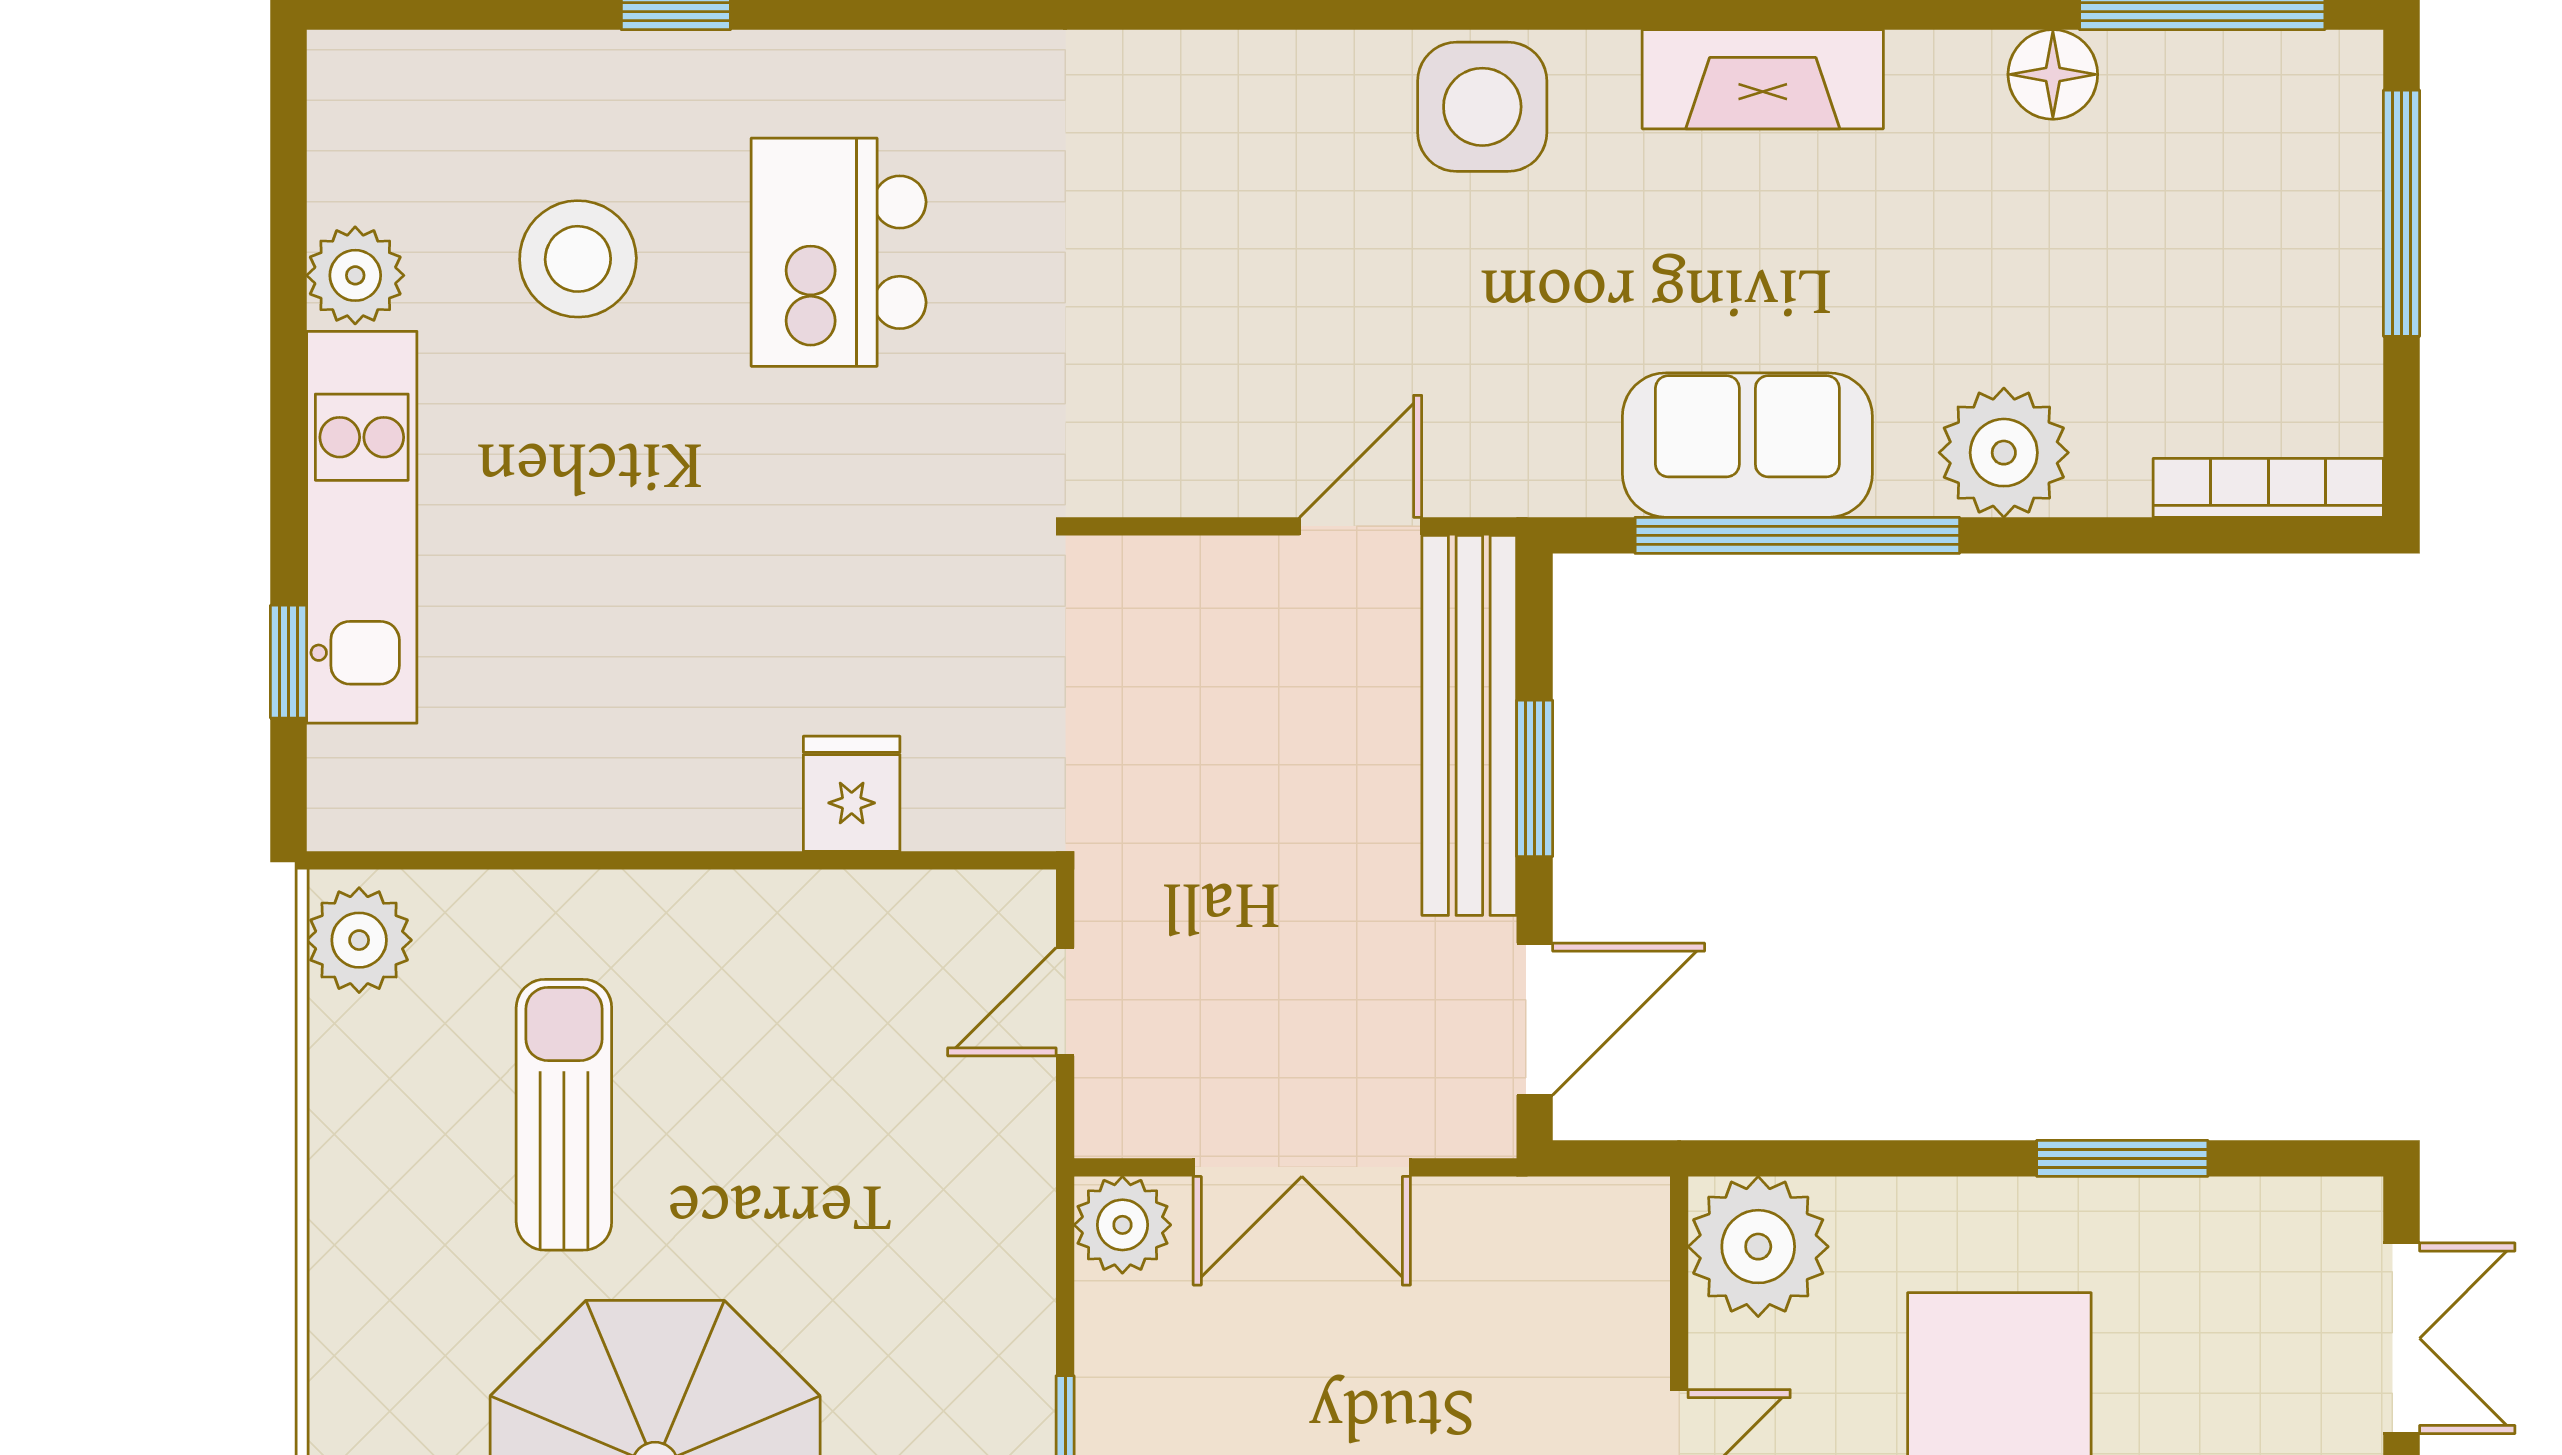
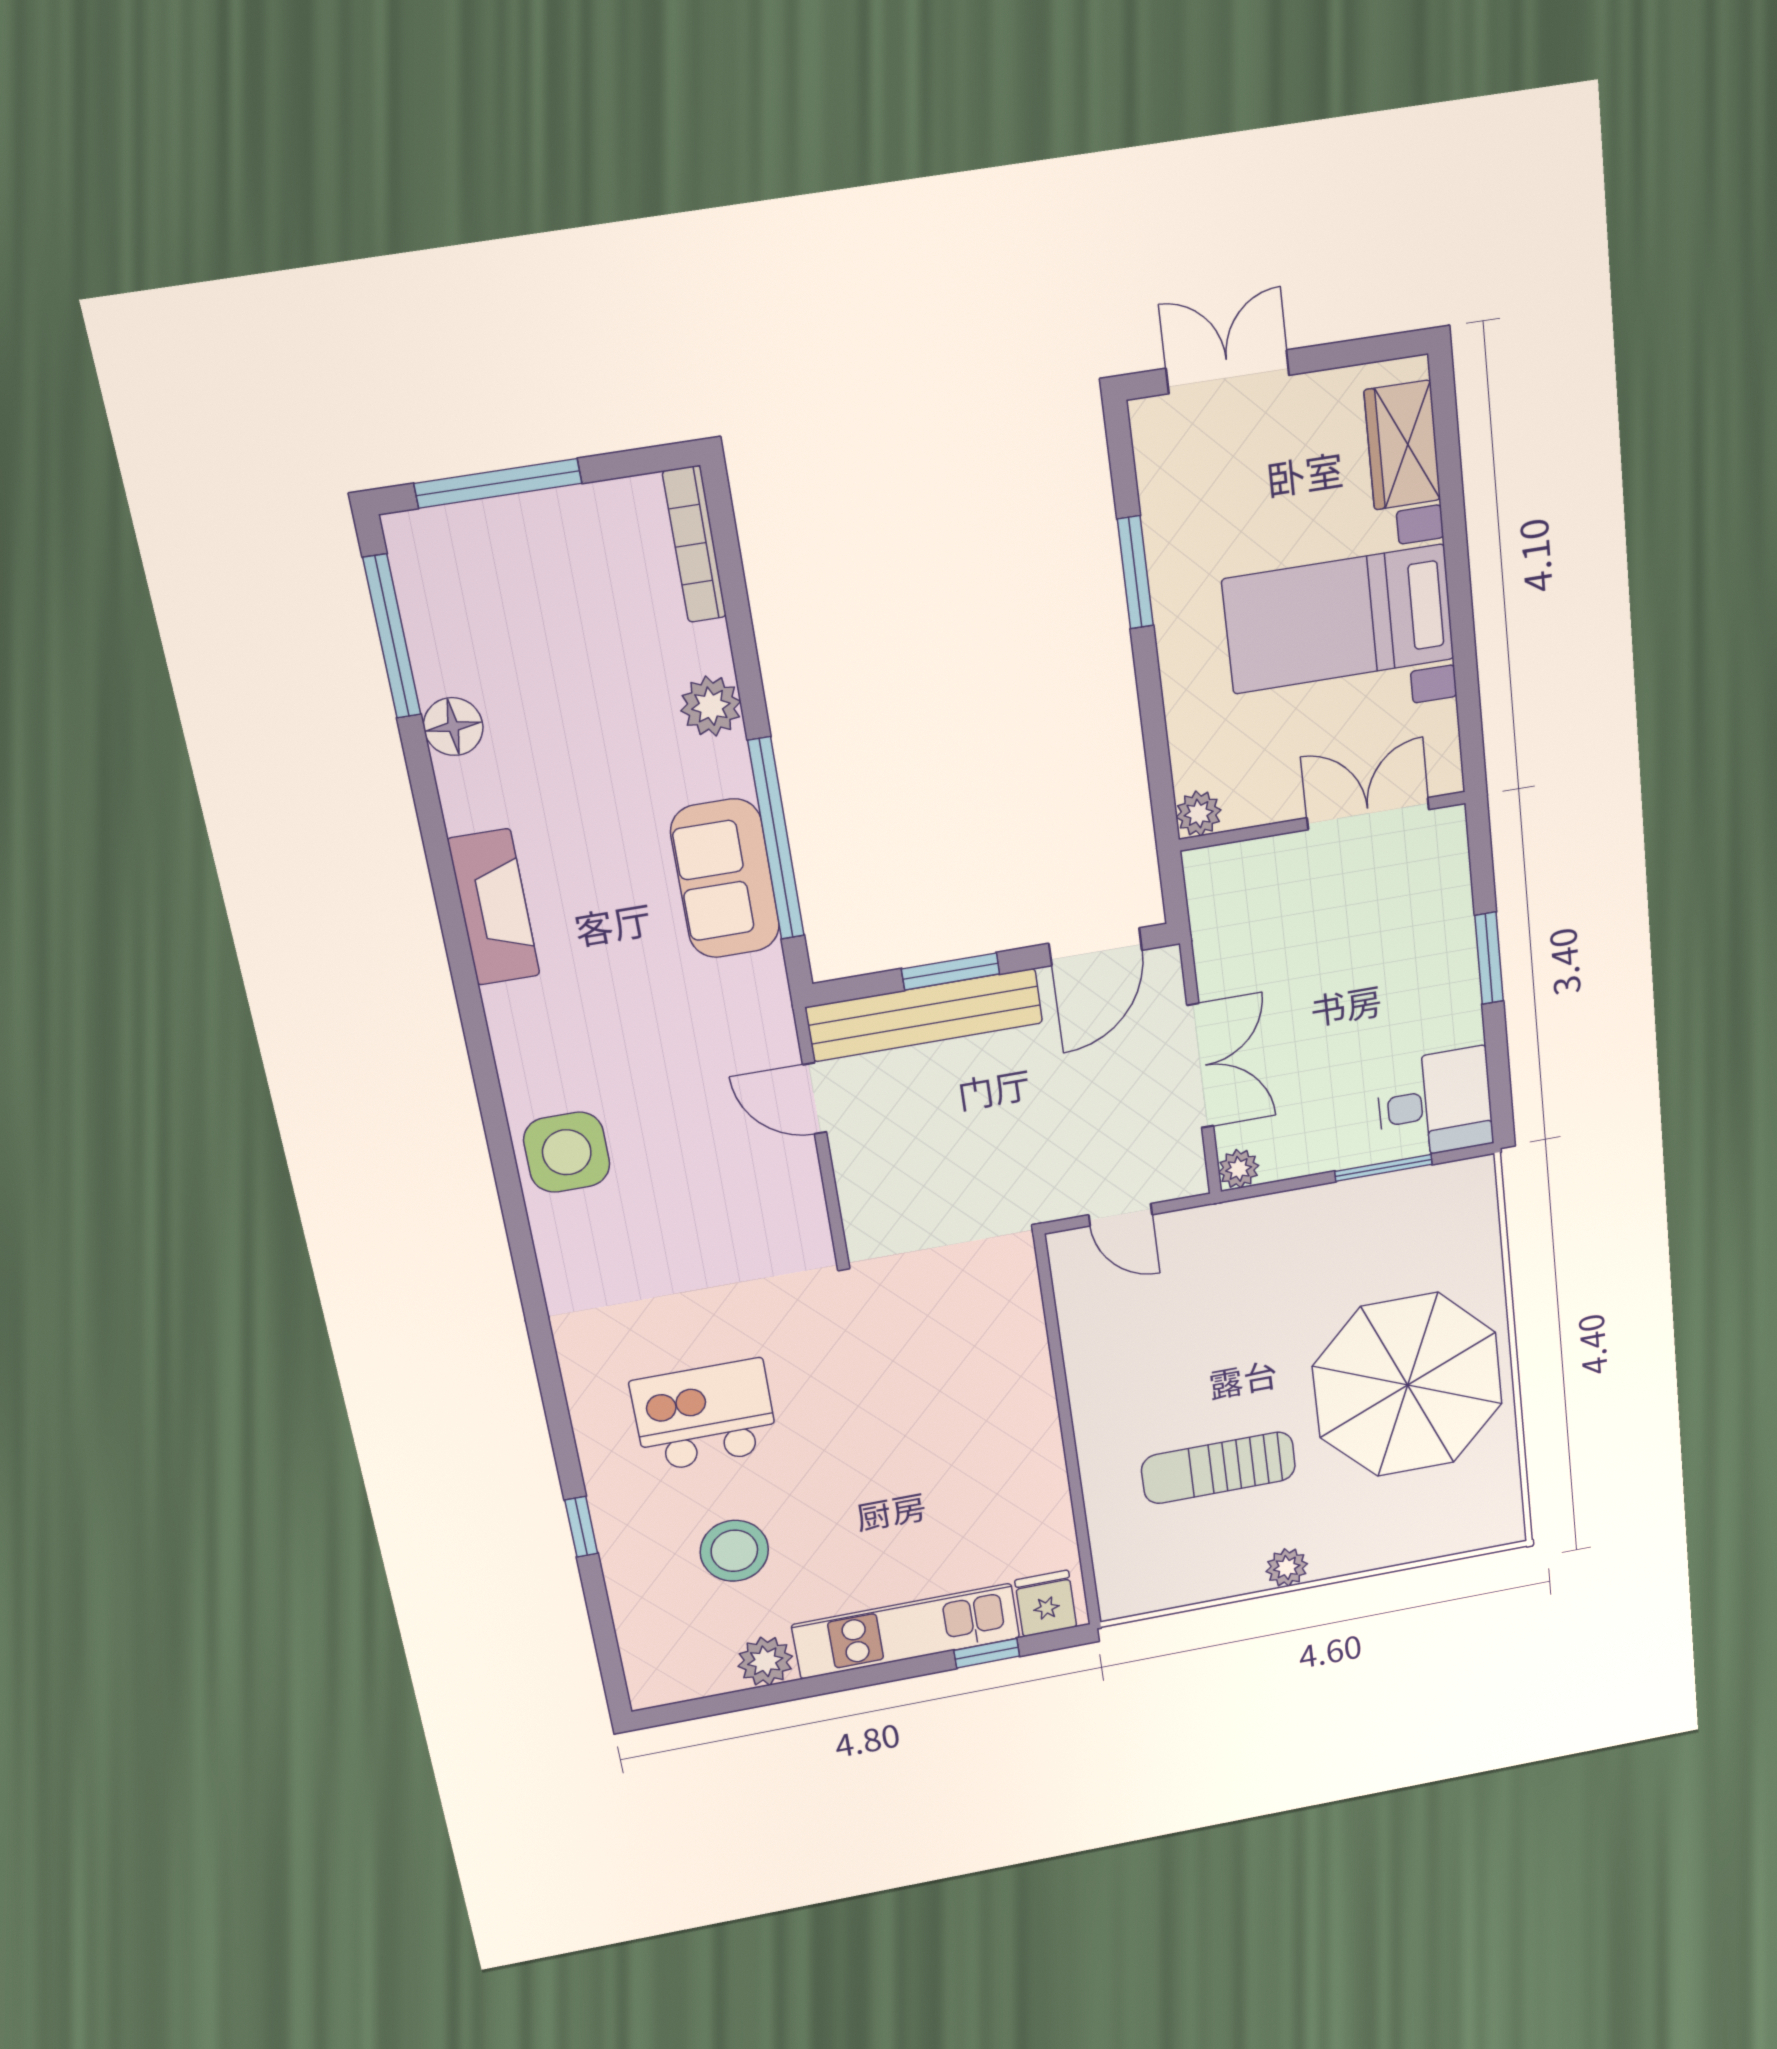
side table: (1482, 107) -> (567, 1152), moved
kitchen island: (839, 252) -> (704, 1415), turned 180
plant: (2004, 453) -> (711, 706), width x0.73, depth x0.73
fridge: (852, 794) -> (1046, 1603), moved, turned 90
plant: (359, 940) -> (1287, 1568), moved, width x0.73, depth x0.73
door: (1535, 1019) -> (1095, 947), swing flipped
plant: (1122, 1225) -> (1239, 1169), width x0.73, depth x0.73
plant: (1758, 1247) -> (1199, 814), width x0.53, depth x0.53

